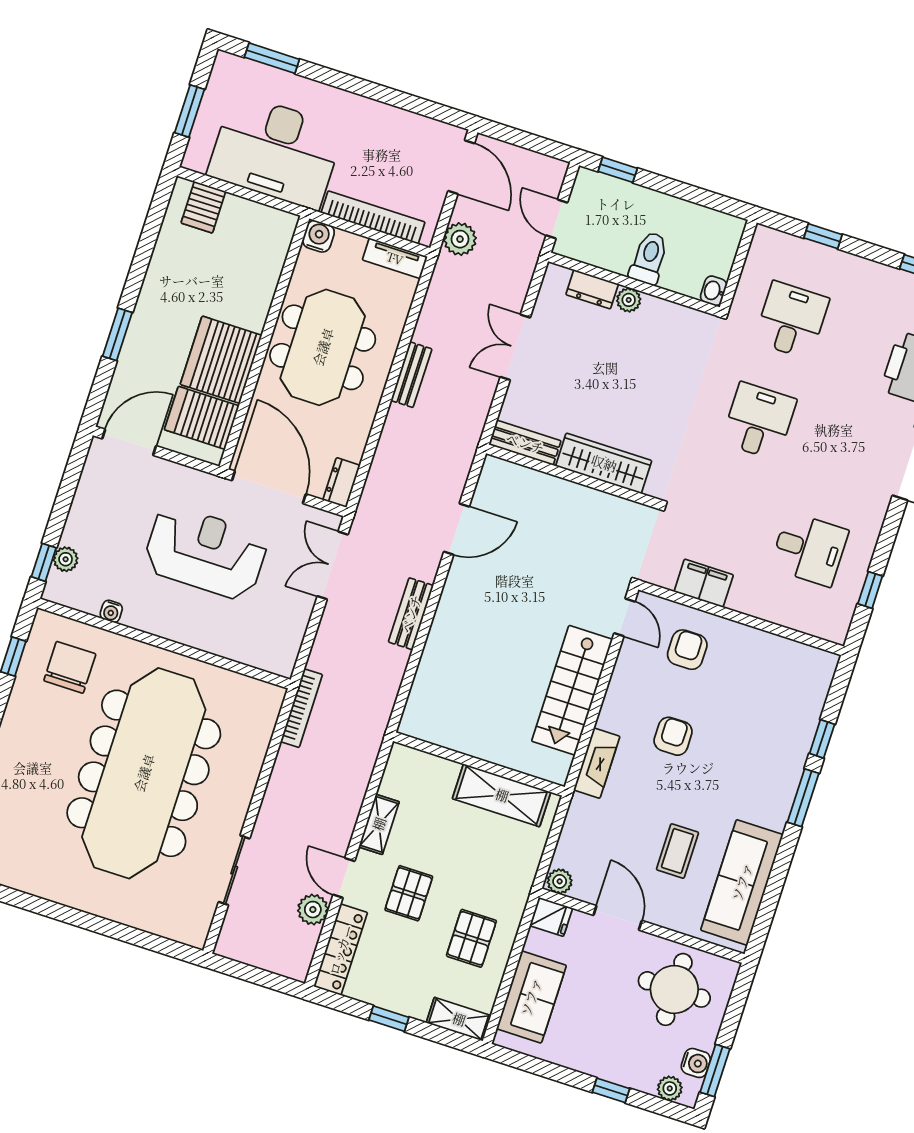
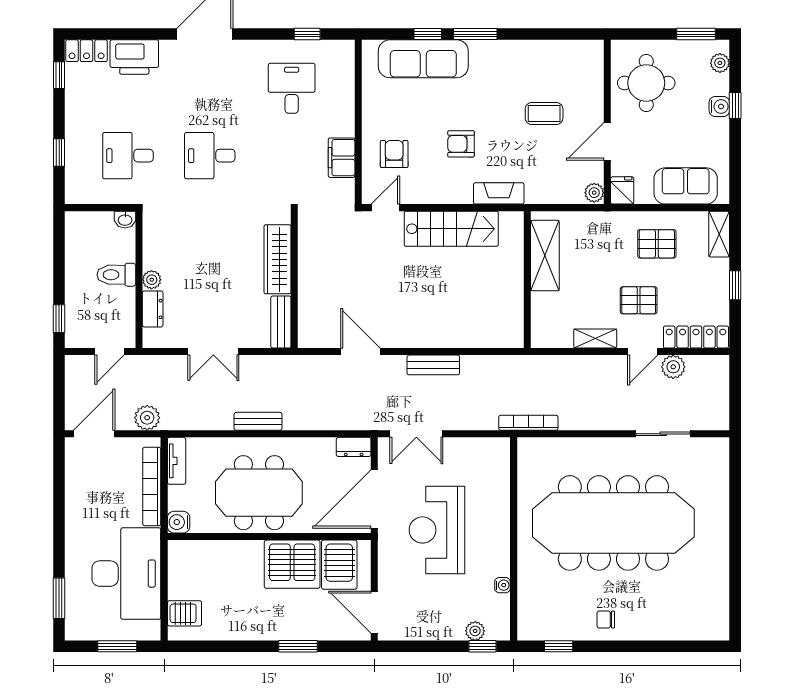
armchair: (687, 650) -> (394, 154), turned 90
chair: (70, 667) -> (606, 620), moved, width x0.54, depth x0.54
sofa: (742, 882) -> (423, 59), moved
water cooler: (696, 1063) -> (719, 106), moved, turned 90

